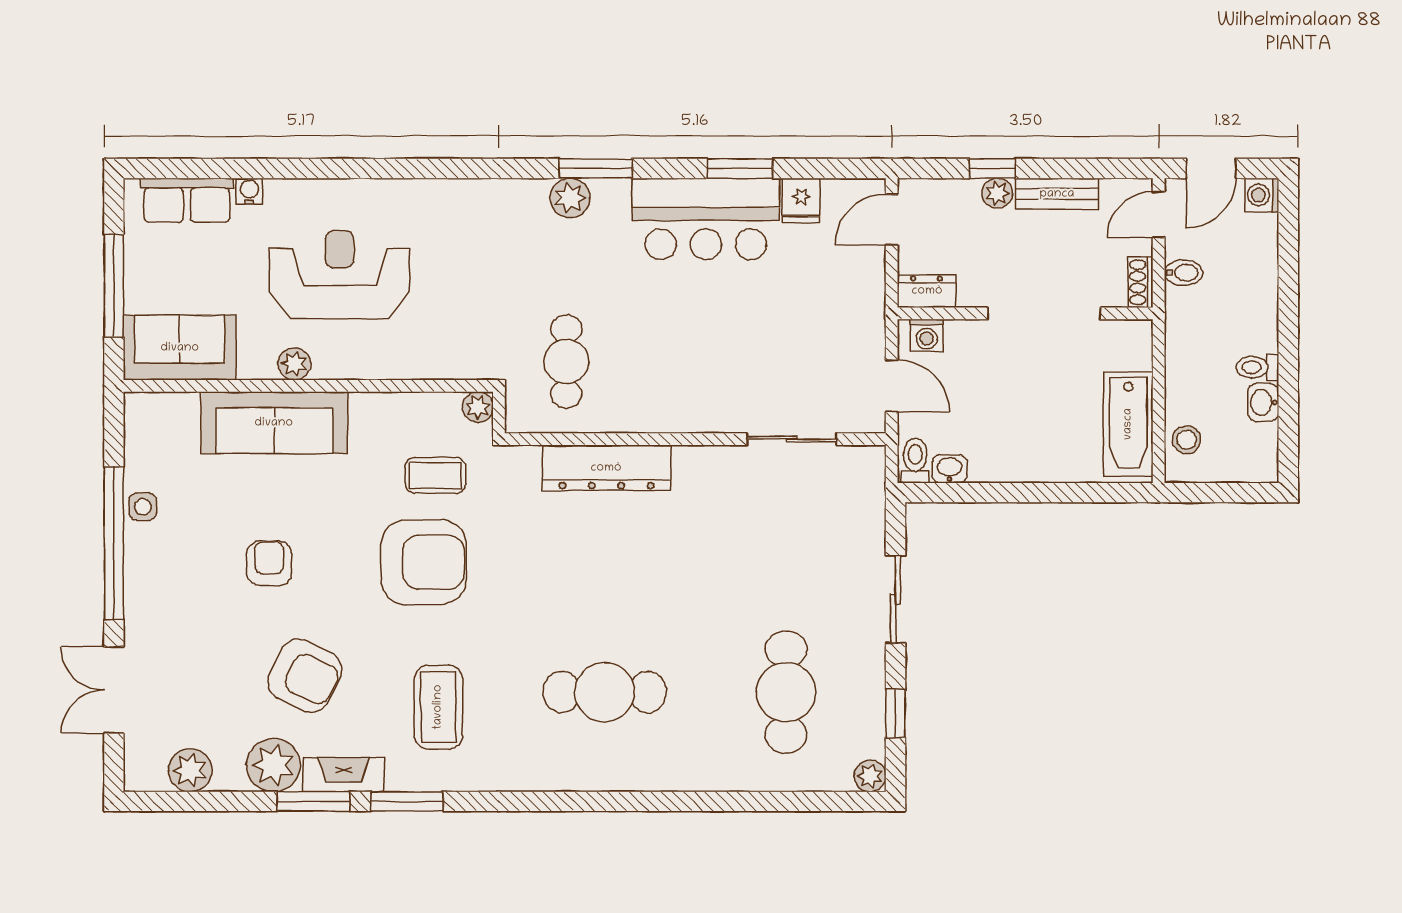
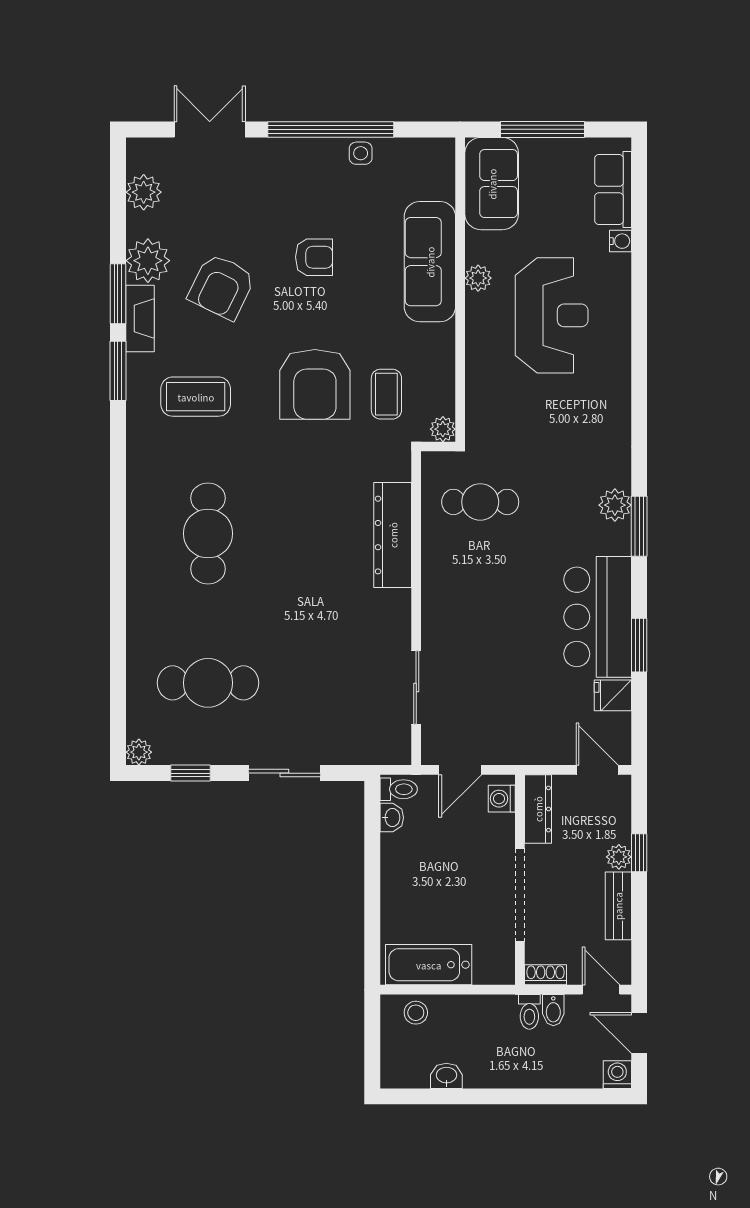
dresser: (927, 291) -> (538, 809), width x1.44
toilet: (1257, 367) -> (529, 1012), moved, turned 180

